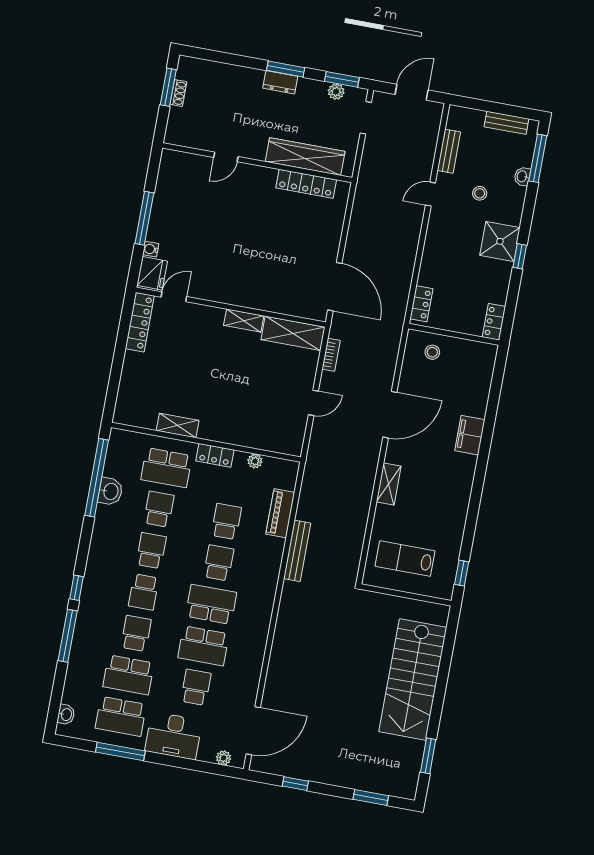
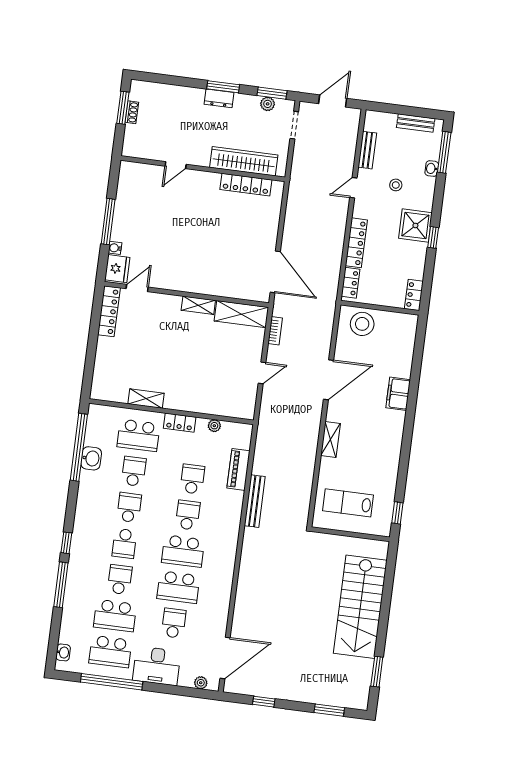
locker: (430, 258) -> (356, 243), added
stool: (432, 352) -> (362, 324), width x1.89, depth x1.89
school desk: (211, 604) -> (183, 551), turned 180
window: (120, 751) -> (112, 682), width x1.46

